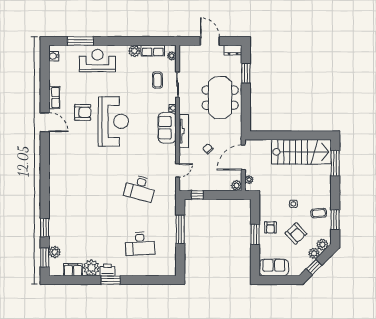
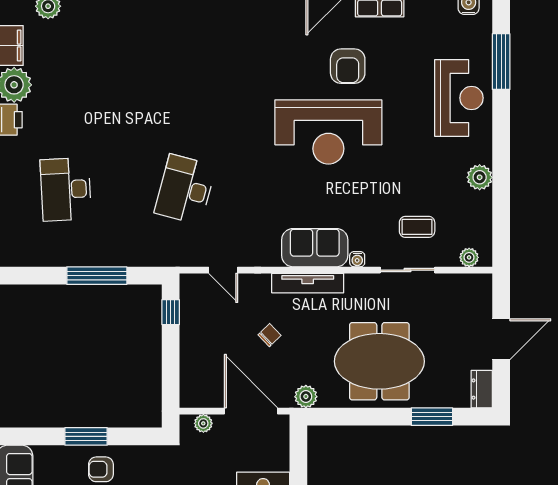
row of seats: (153, 51) -> (480, 217), removed
plant: (236, 186) -> (306, 397), moved

